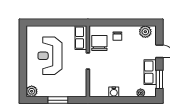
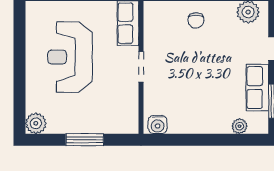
chair: (99, 43) -> (162, 33), removed
water cooler: (114, 92) -> (158, 125), moved

